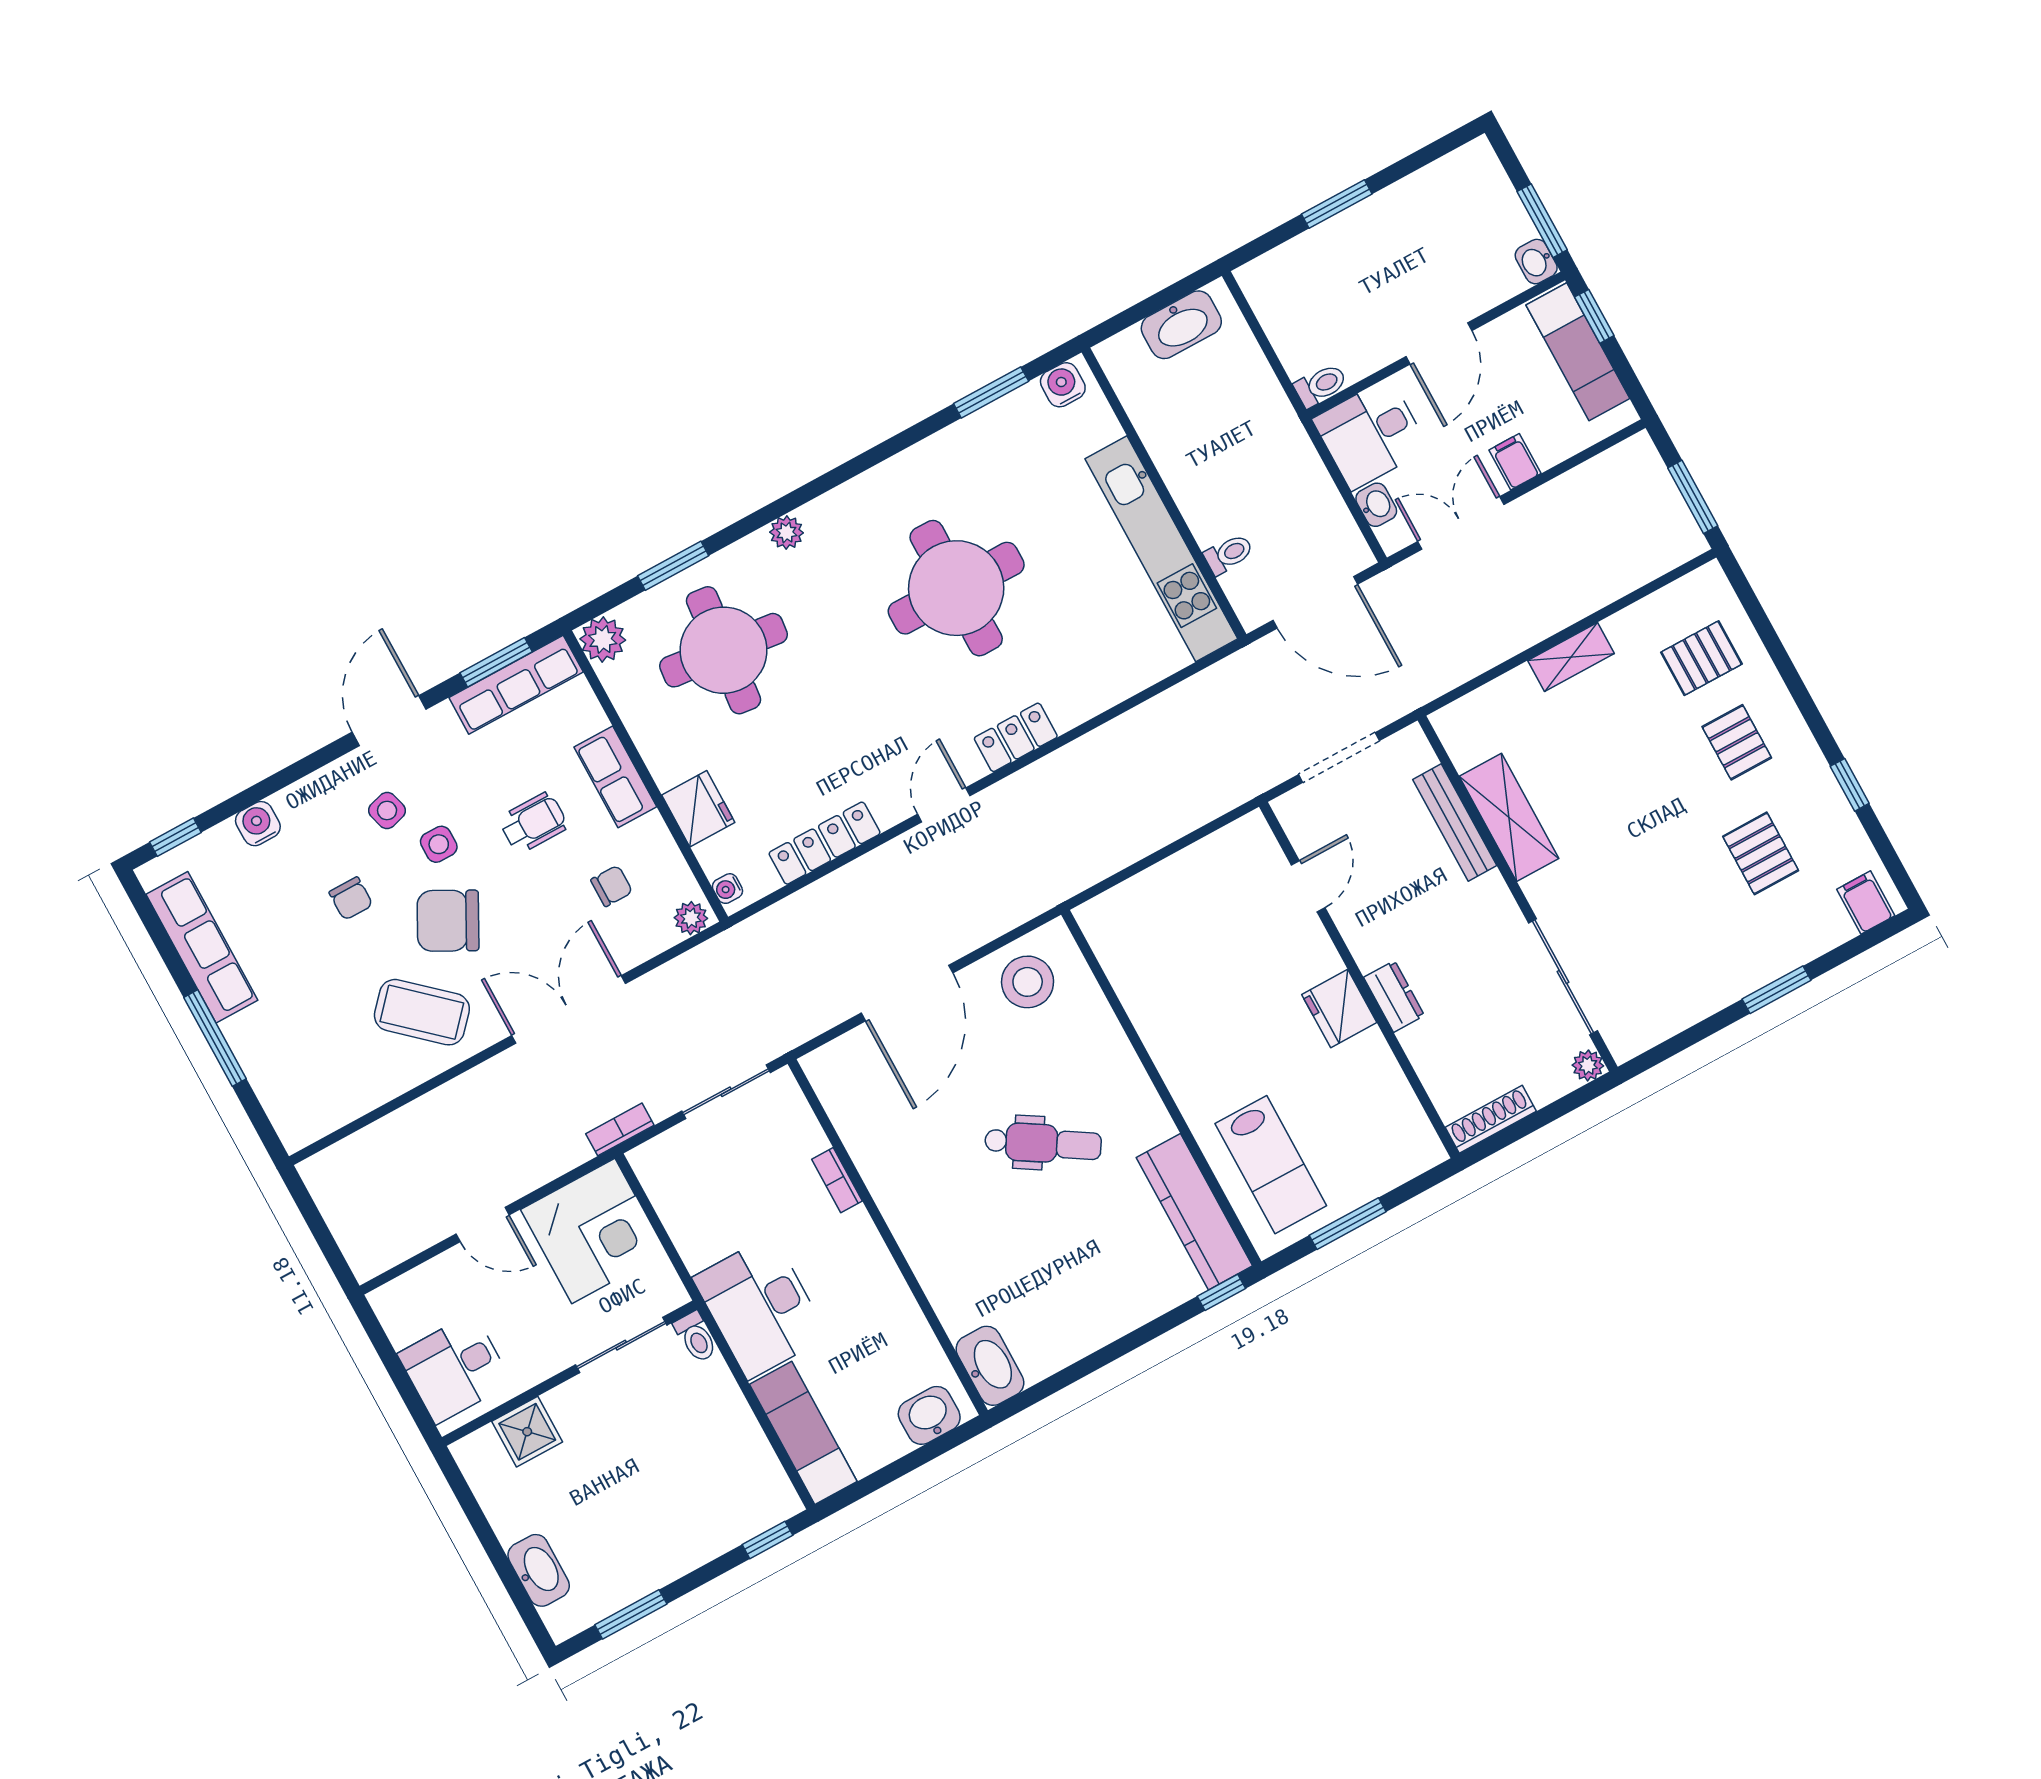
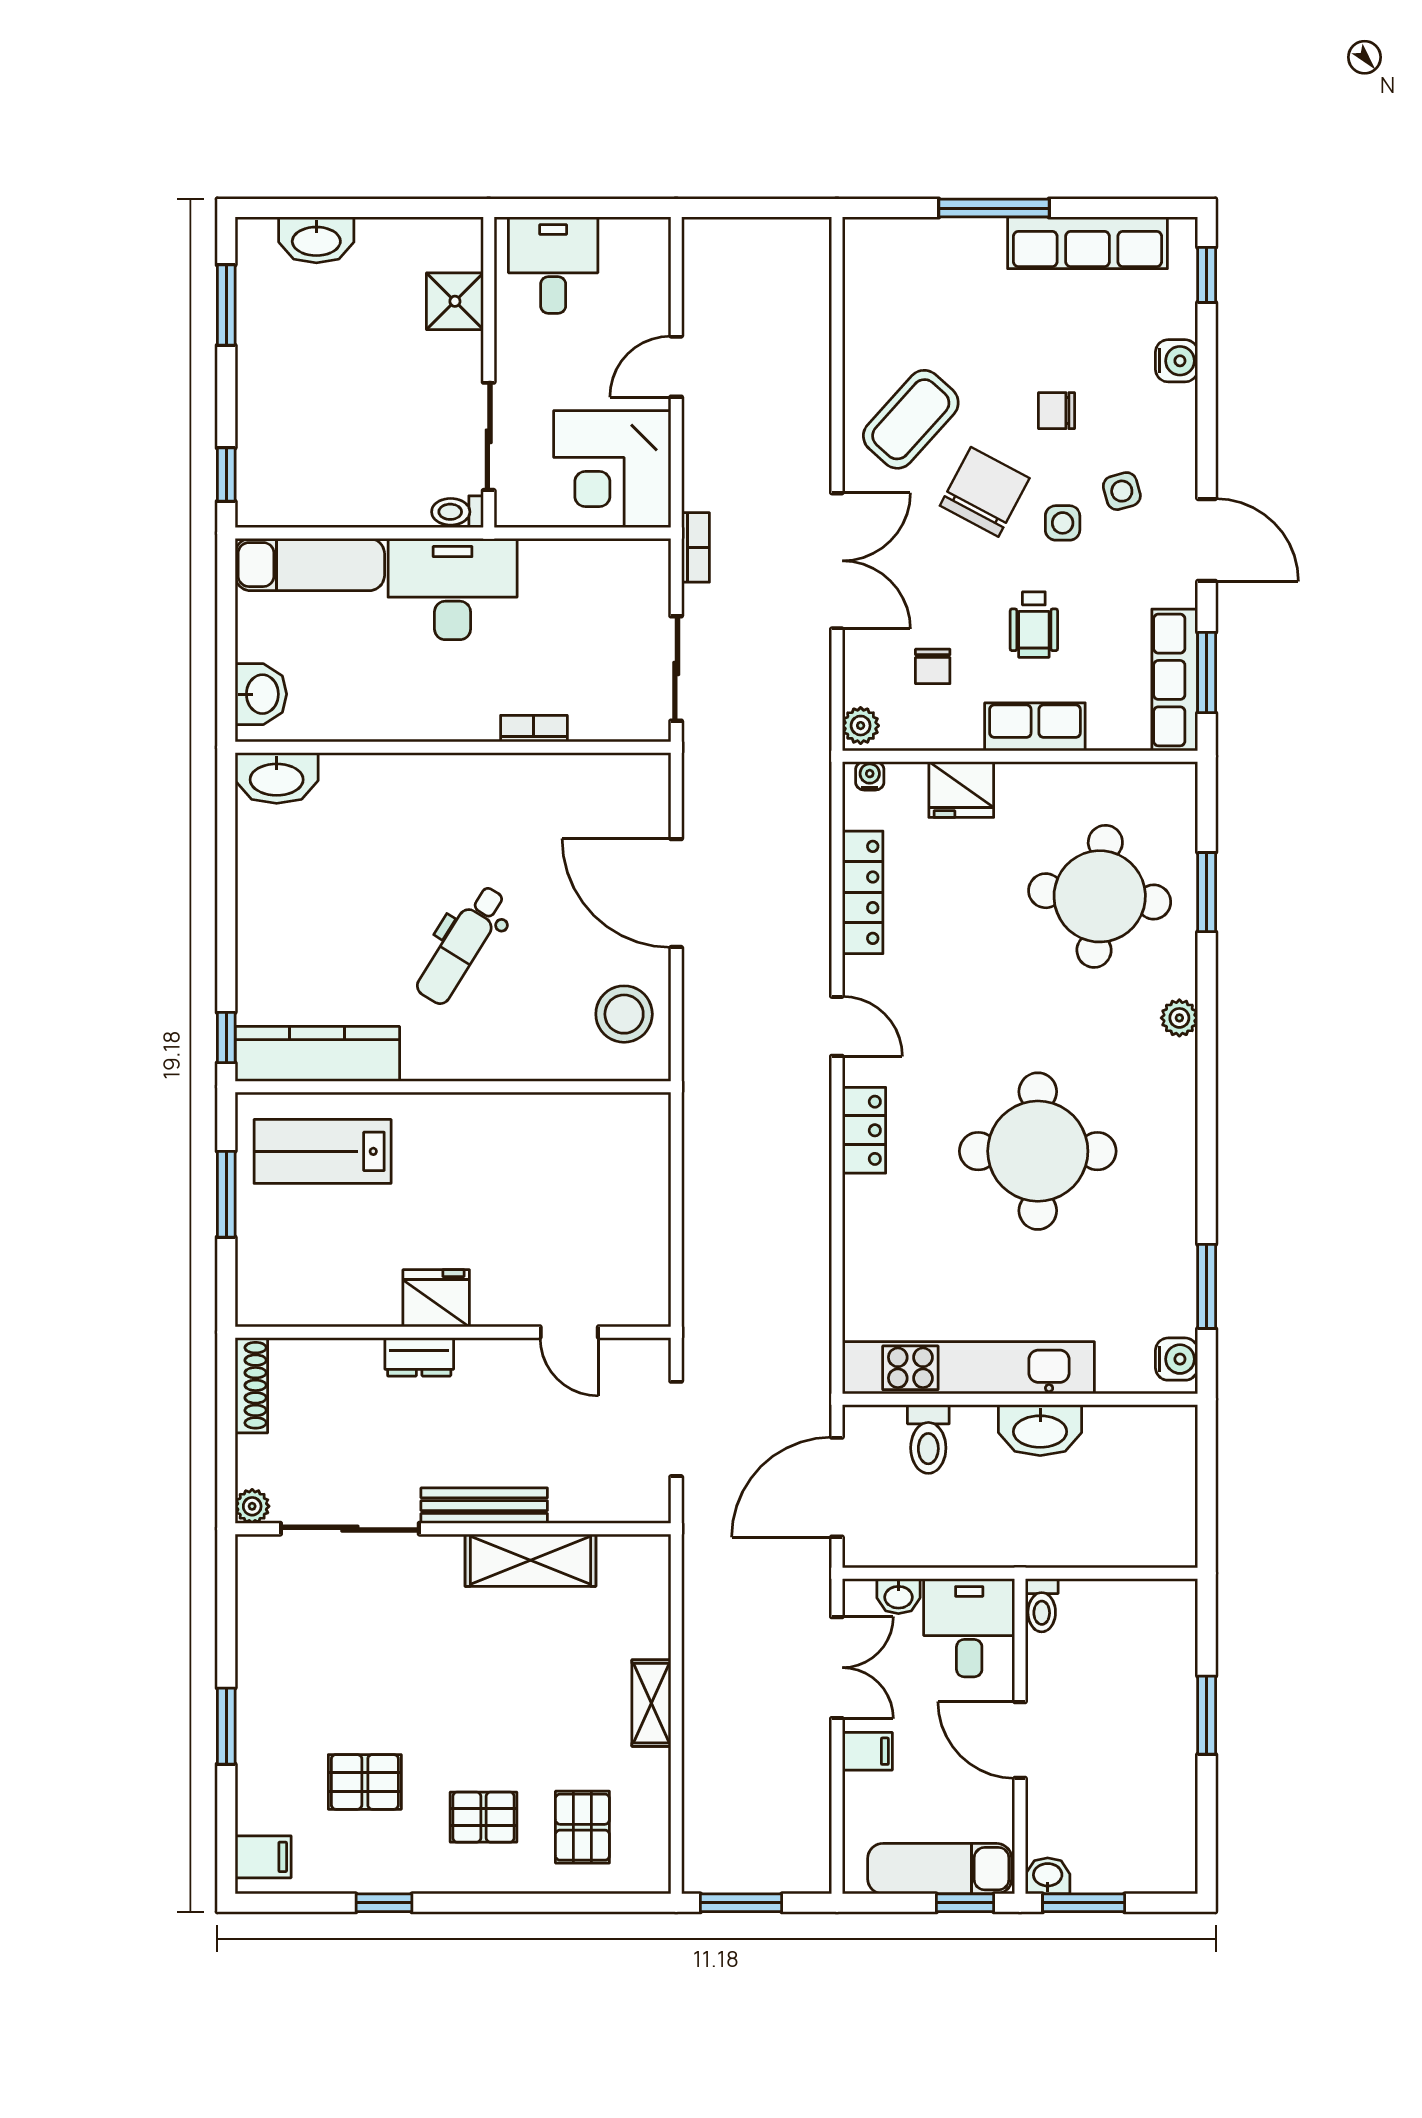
washbasin: (1181, 325) -> (1040, 1430), moved, turned -90
toilet: (1229, 554) -> (928, 1439), width x1.37, depth x1.39
plant: (603, 639) -> (1173, 786), removed
bench: (1455, 822) -> (484, 1506), moved

